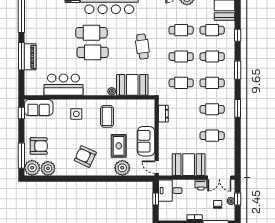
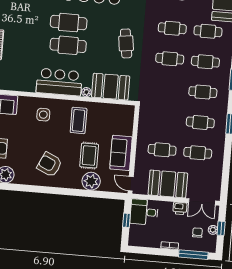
cafe table: (181, 83) -> (162, 150), moved
bar counter: (63, 85) -> (59, 82), moved
dresser: (163, 114) -> (144, 123), removed

